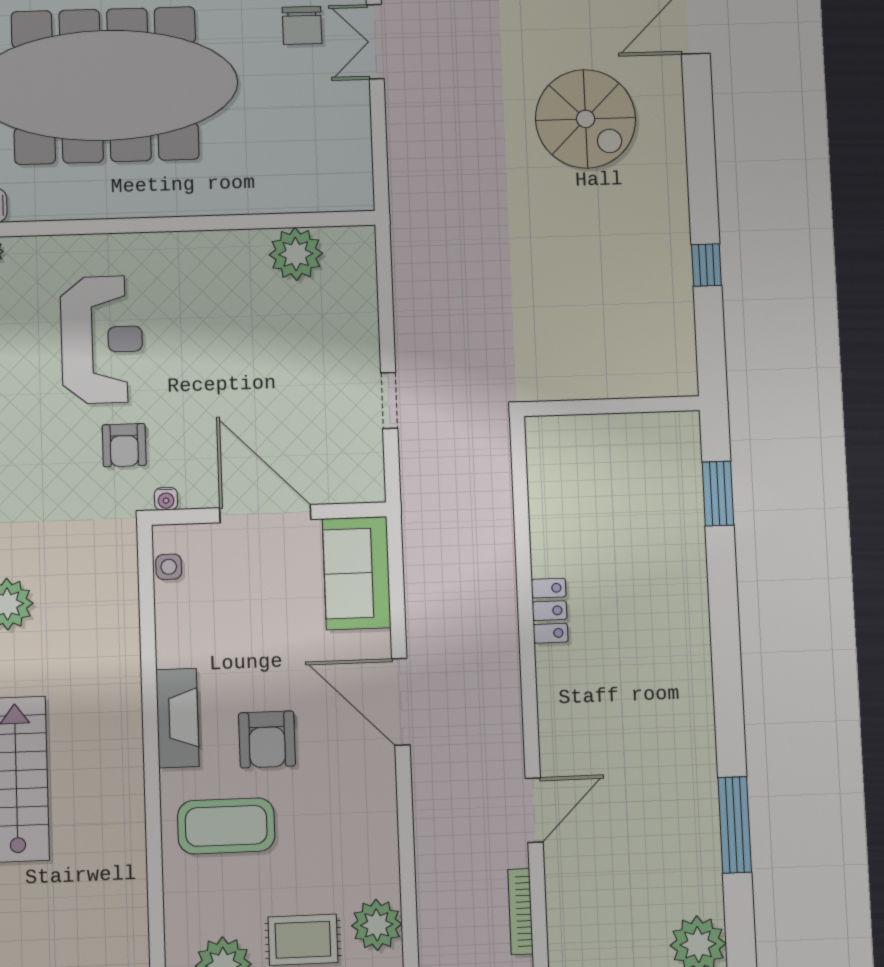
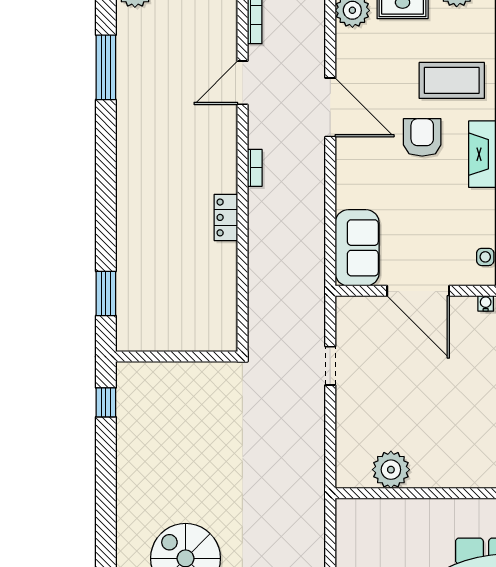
window: (706, 265) -> (106, 402), moved
bookcase: (511, 685) -> (255, 168), added
door: (401, 702) -> (330, 107), moved

